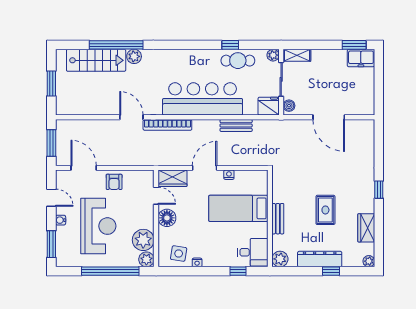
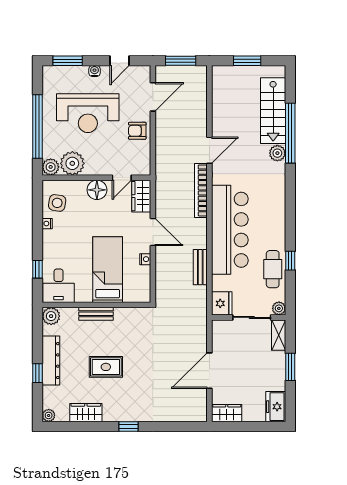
window: (354, 45) -> (290, 367), moved
wardrobe: (367, 102) -> (227, 413), added
boiler: (289, 106) -> (222, 326), removed

